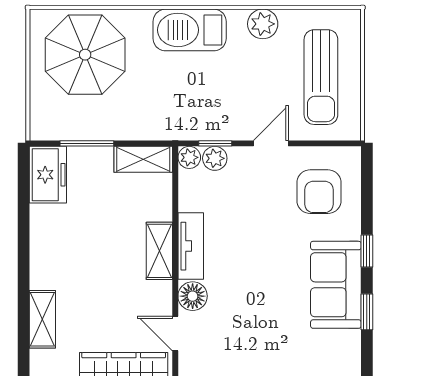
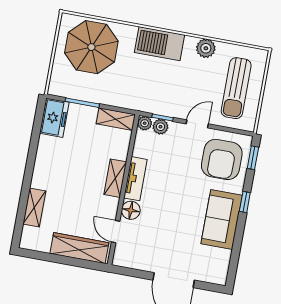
armchair: (319, 192) -> (222, 159), width x1.36, depth x1.36
window: (367, 312) -> (253, 158), moved

